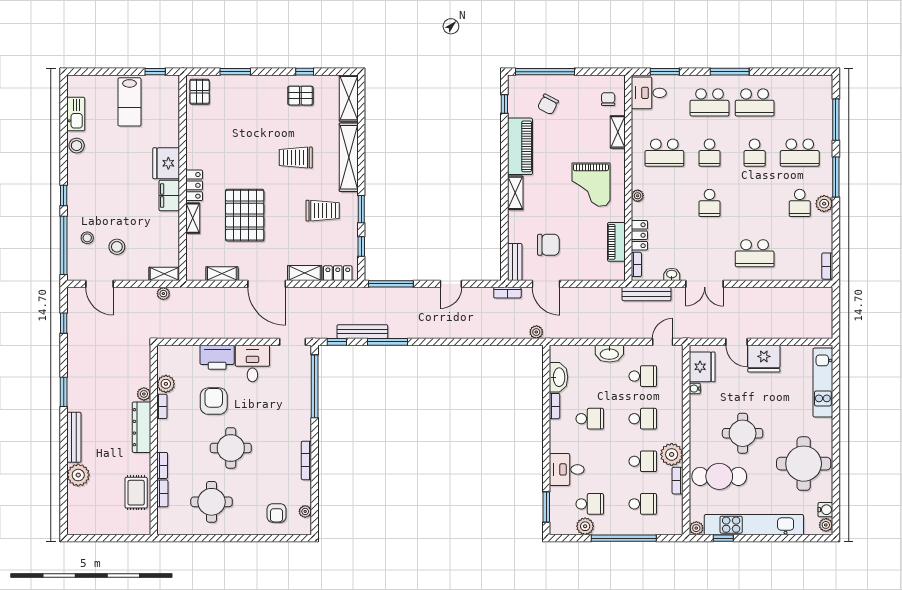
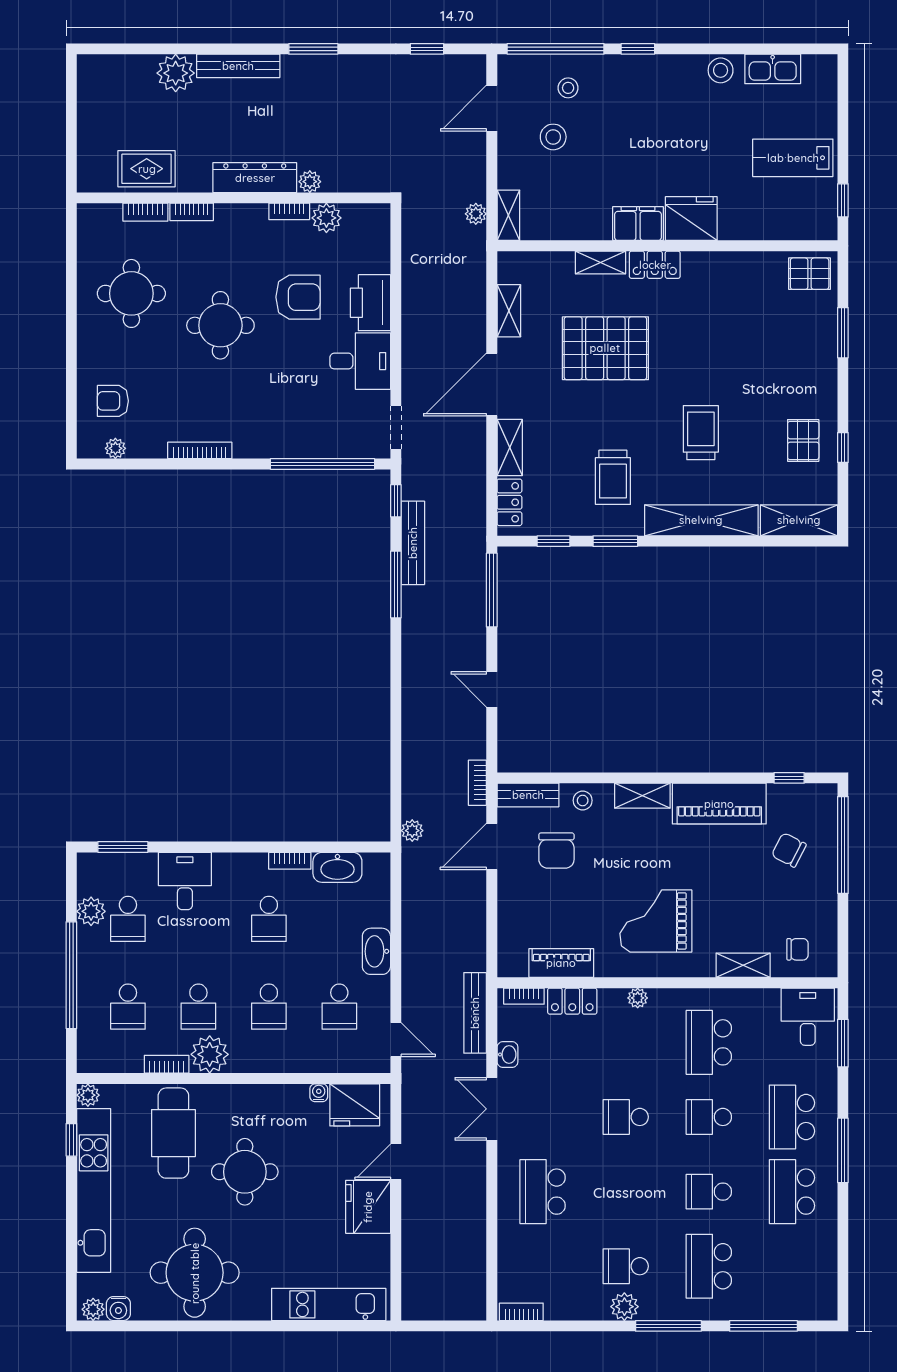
stool: (518, 229) -> (583, 800), added

